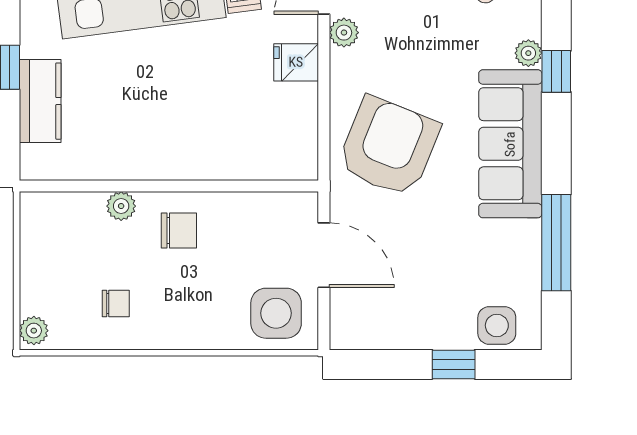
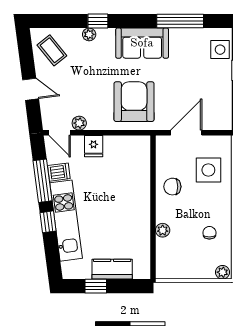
sofa: (510, 144) -> (142, 43), width x0.73
armchair: (389, 147) -> (134, 102), turned 68
chair: (179, 230) -> (172, 187), moved, turned -90
side table: (276, 313) -> (208, 170), moved

